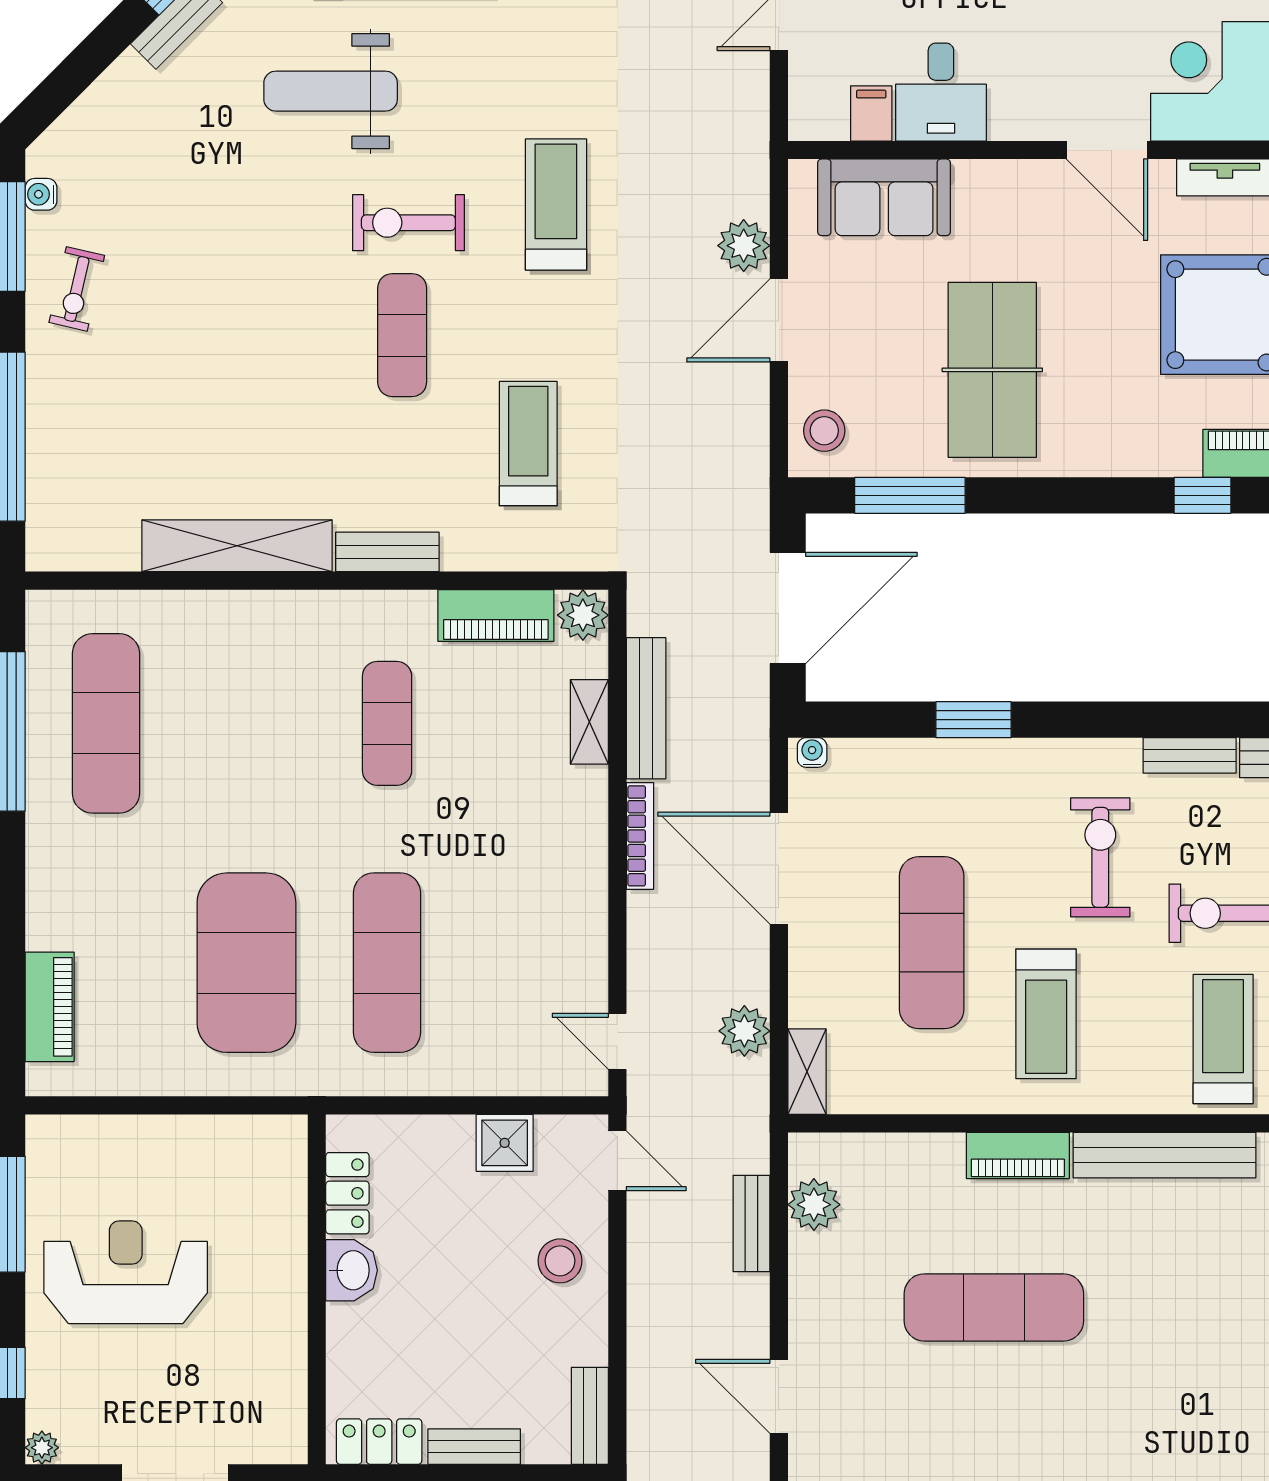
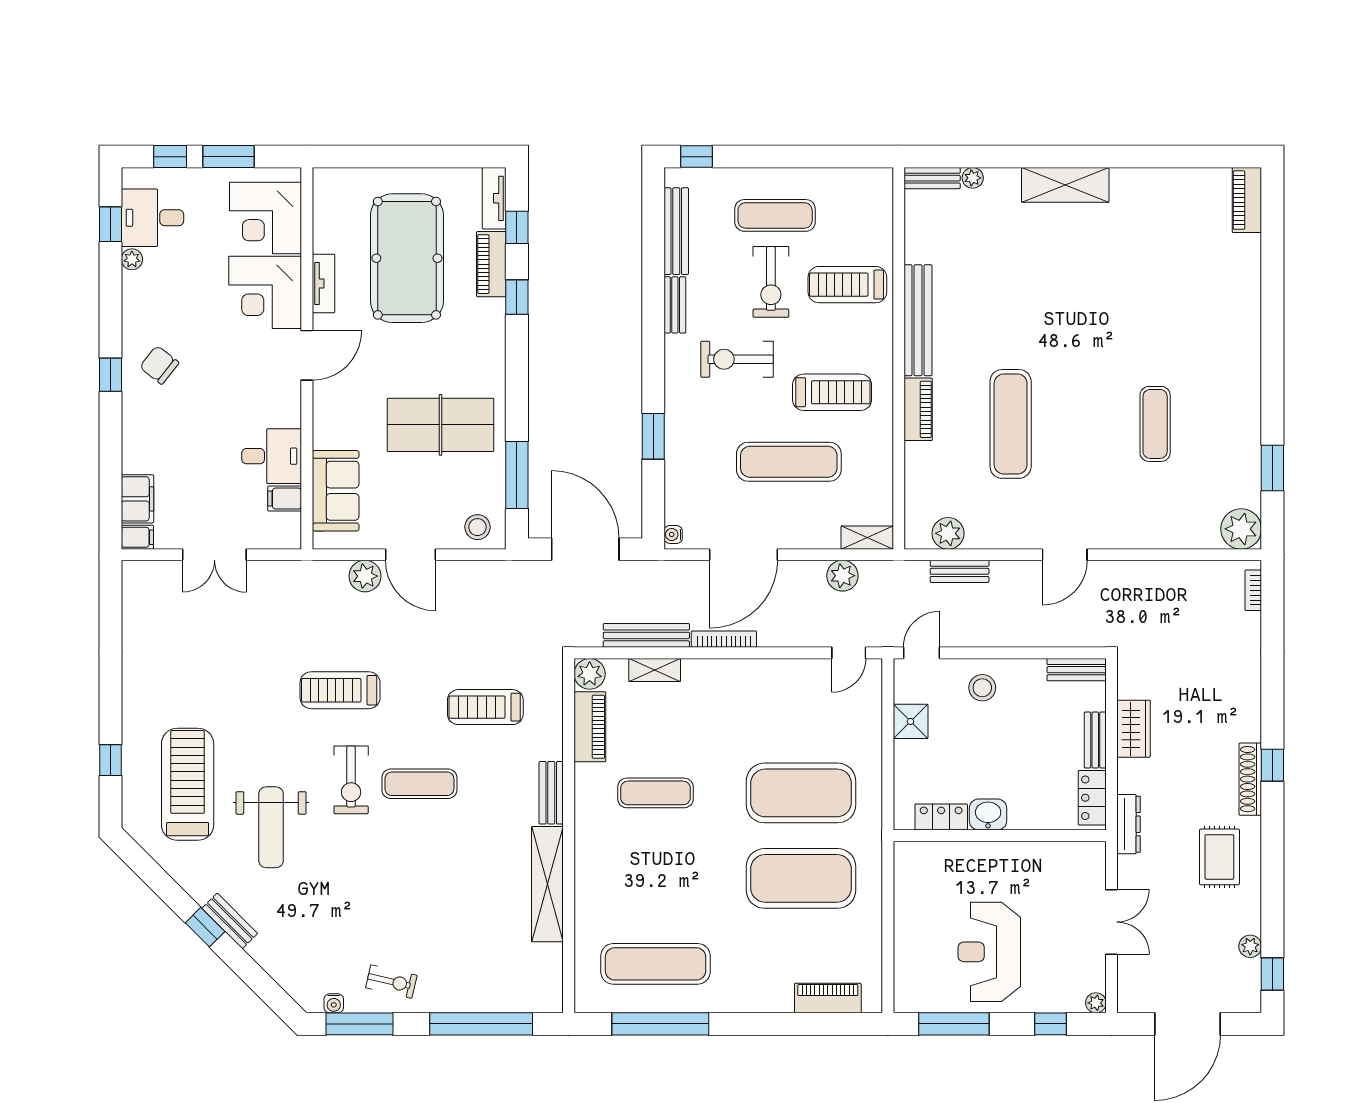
exercise mat: (387, 963) -> (801, 793), width x1.47

